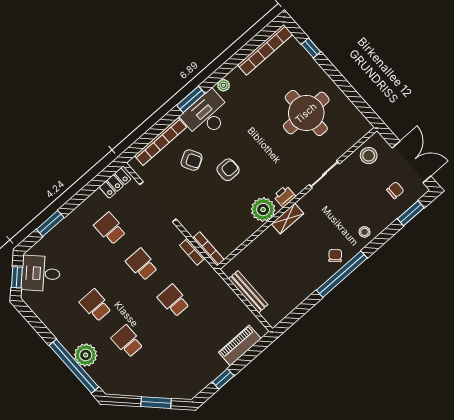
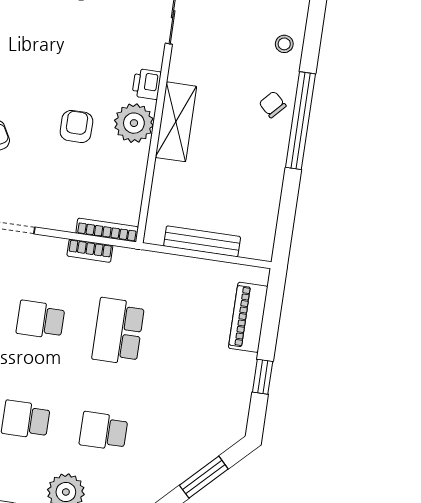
armchair: (228, 170) -> (76, 126), moved
shelving: (288, 219) -> (176, 122), width x1.50, depth x1.33
school desk: (174, 301) -> (118, 331), width x1.85

